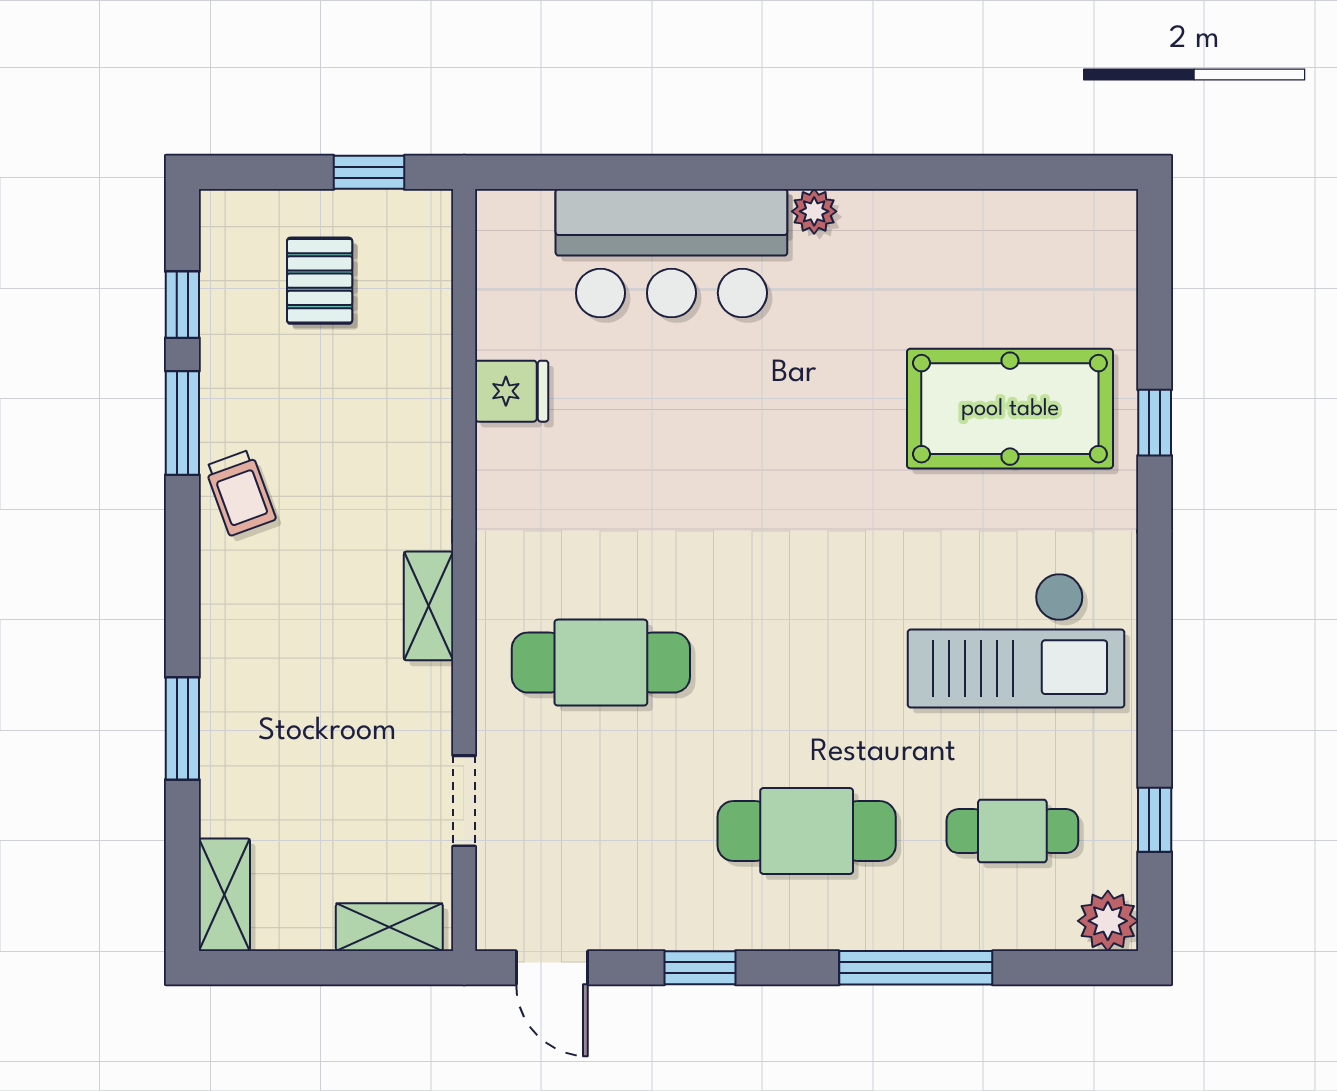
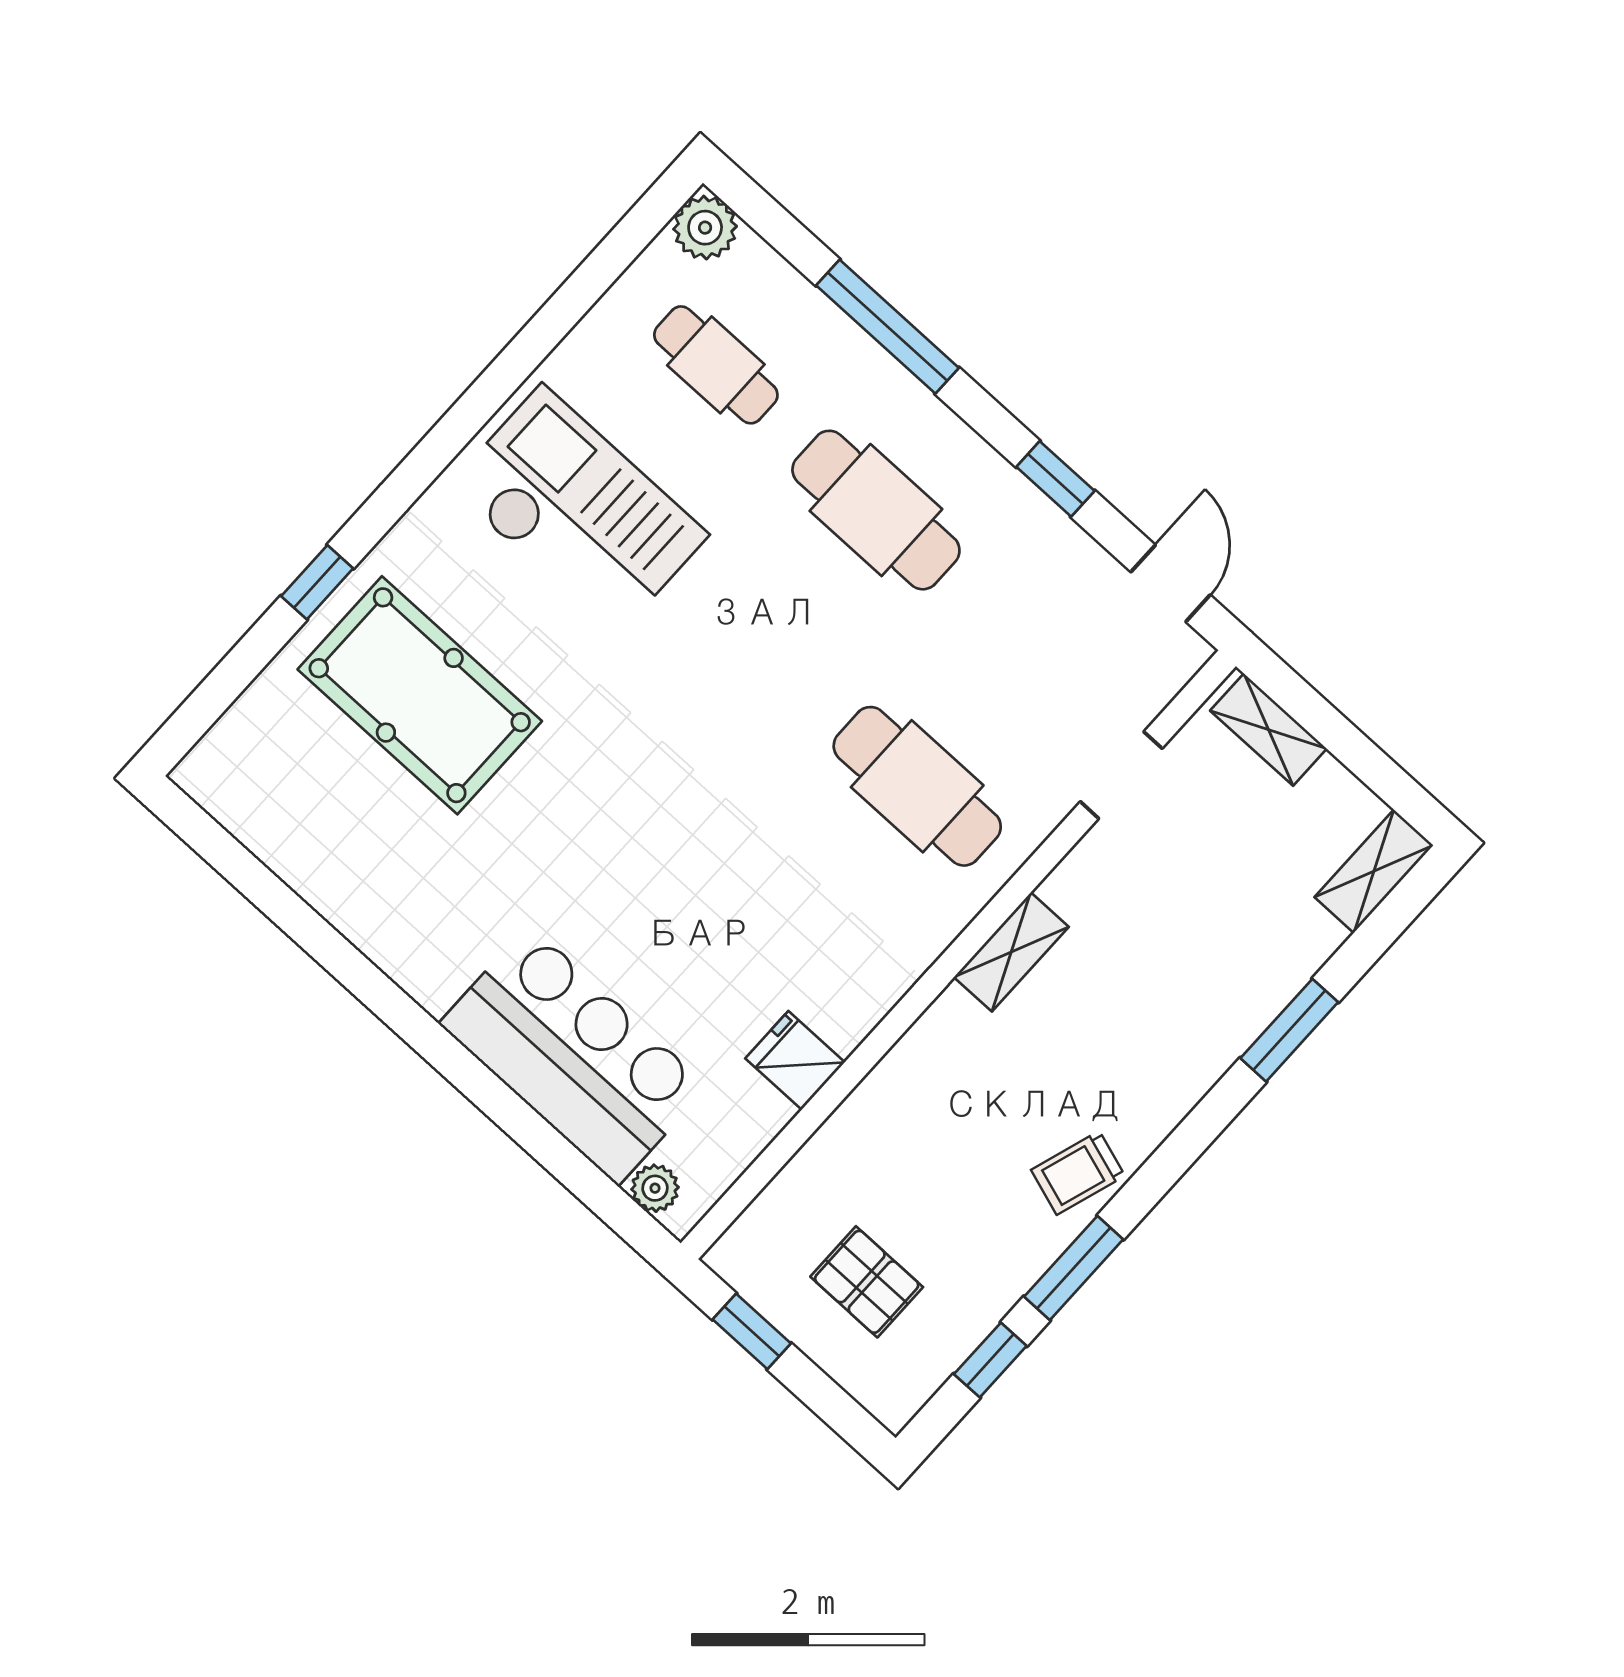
plant: (814, 211) -> (655, 1188), moved
pallet: (320, 281) -> (867, 1282), turned 90
trolley: (240, 493) -> (1078, 1173), turned -142
window: (1155, 820) -> (597, 273), removed

